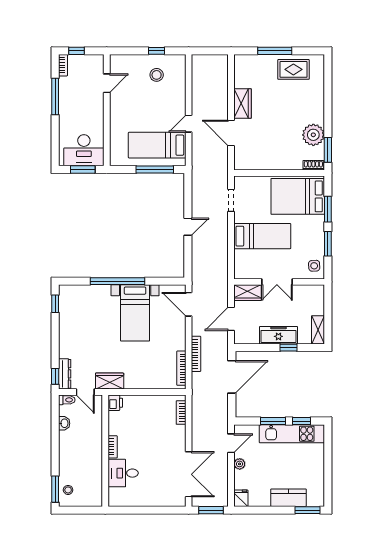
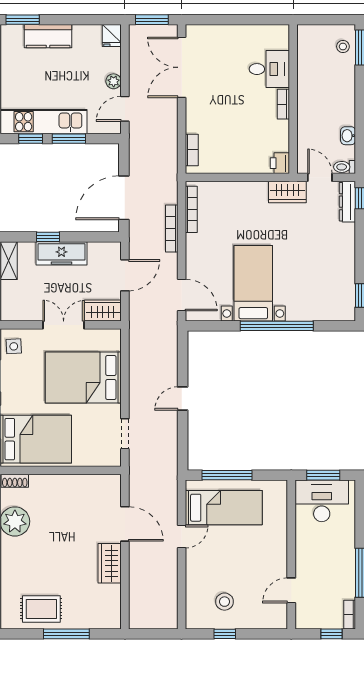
bed: (262, 236) -> (83, 378), width x1.50

